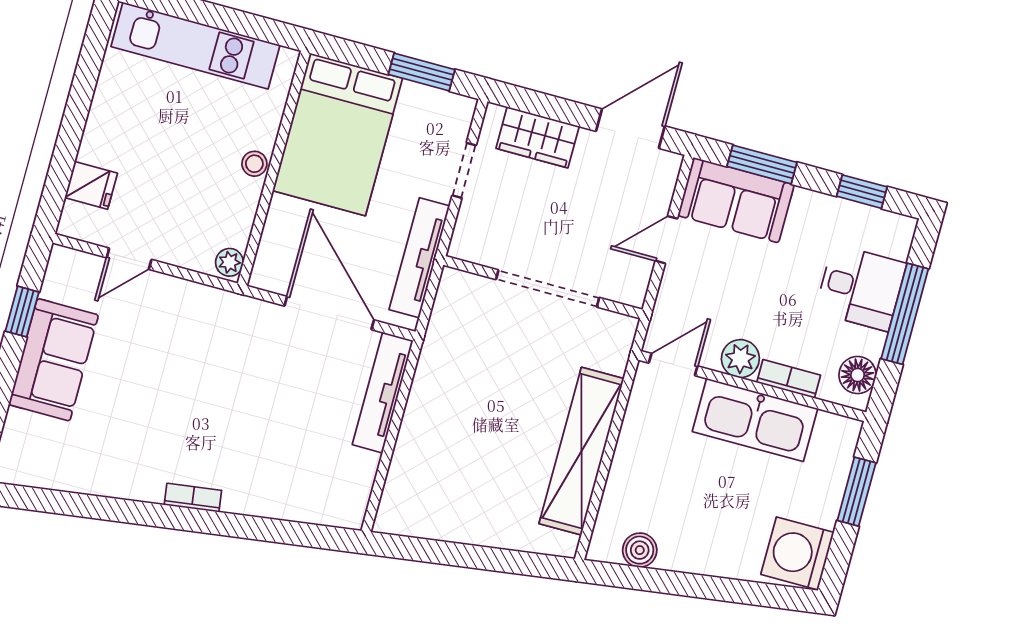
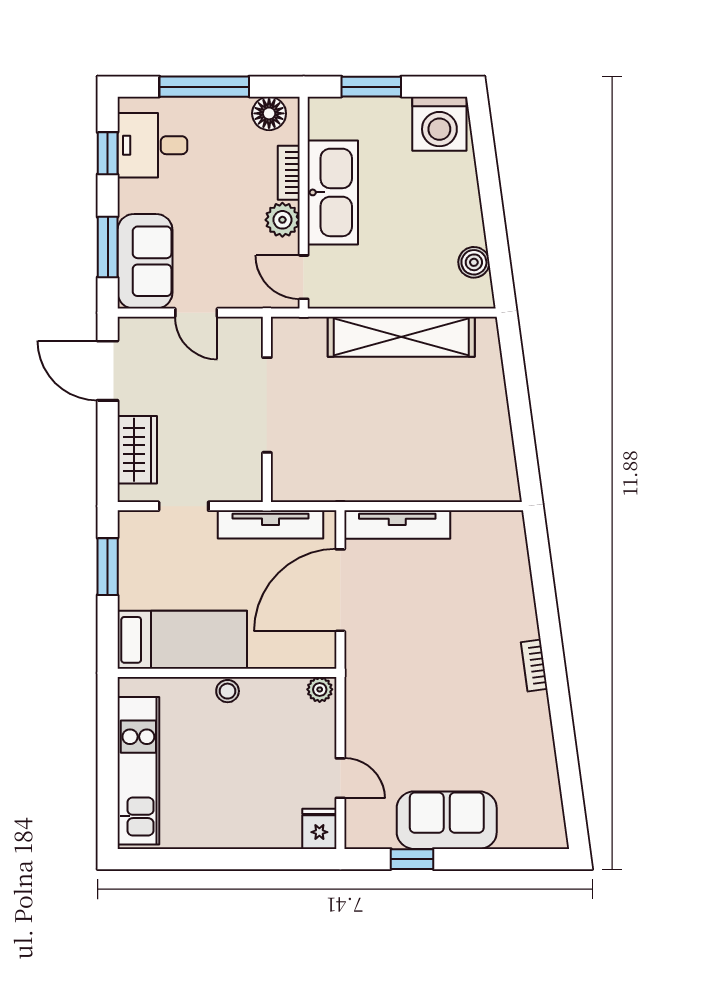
bed: (338, 134) -> (182, 640), width x0.67
fridge: (91, 185) -> (319, 829), moved
desk: (861, 288) -> (152, 145), moved, turned -90

